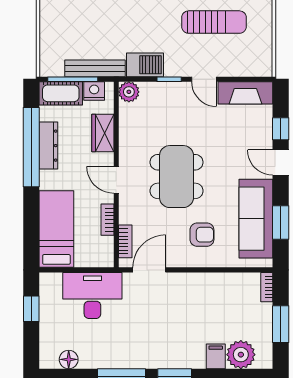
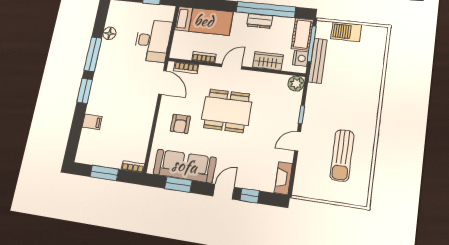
barbecue: (145, 65) -> (346, 32), moved, turned 90
fireplace: (245, 93) -> (283, 178), width x0.73, depth x0.76
dresser: (48, 146) -> (260, 21), width x0.70
plant: (241, 355) -> (89, 140), removed
floor lamp: (69, 359) -> (109, 33), moved

